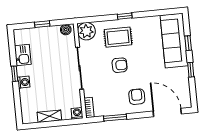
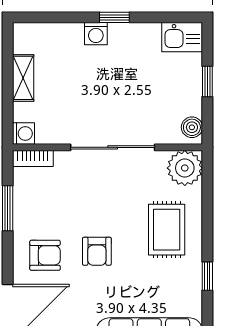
window: (125, 16) -> (207, 276), moved
kitchen sink: (23, 55) -> (182, 37), moved
armchair: (120, 65) -> (97, 251), moved

